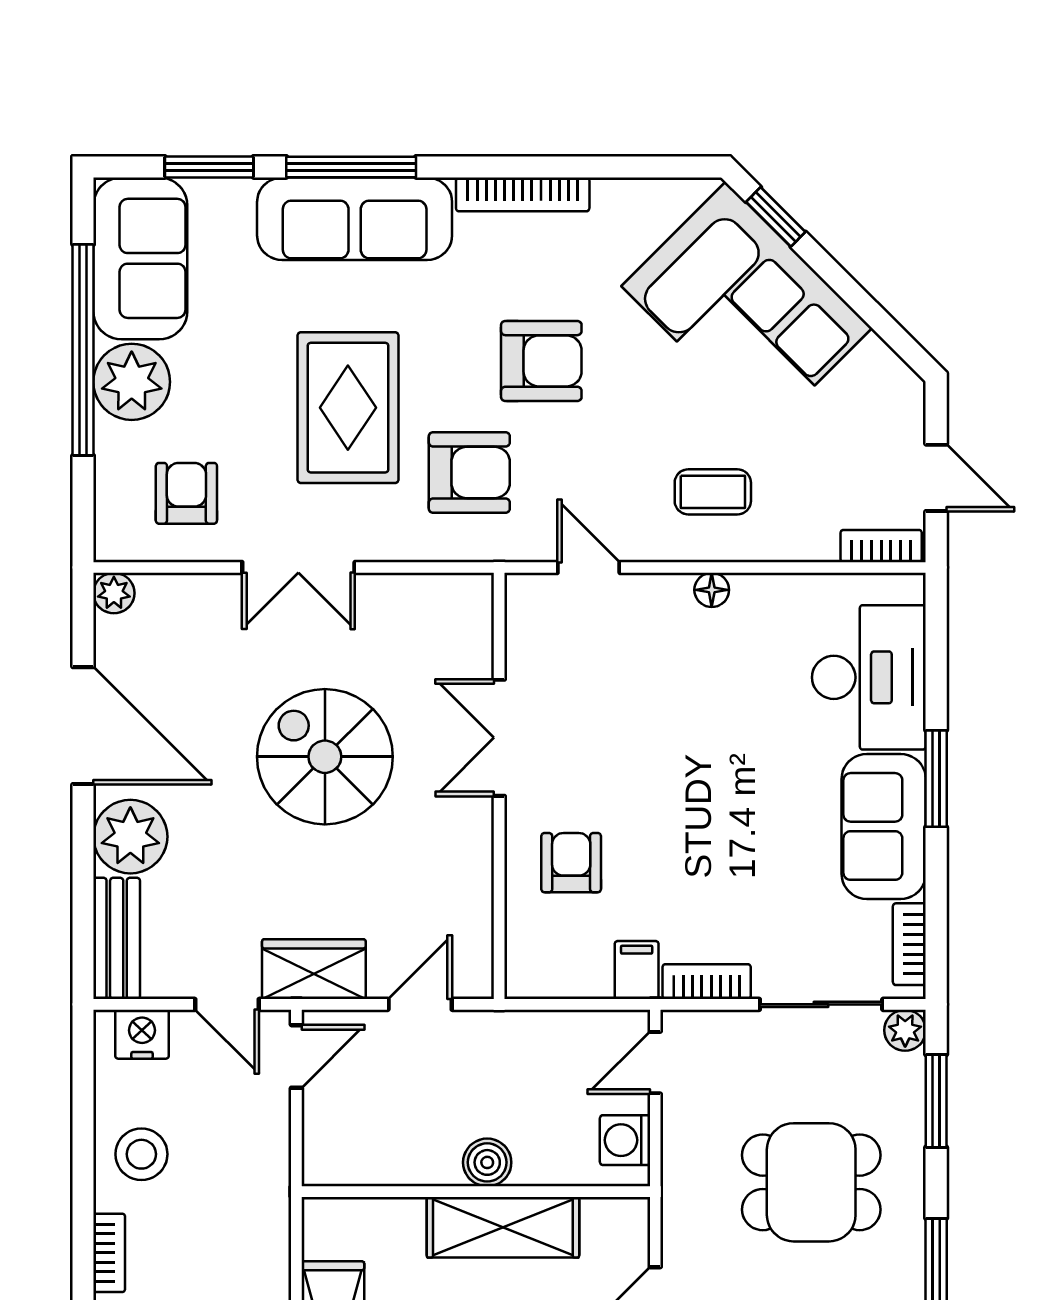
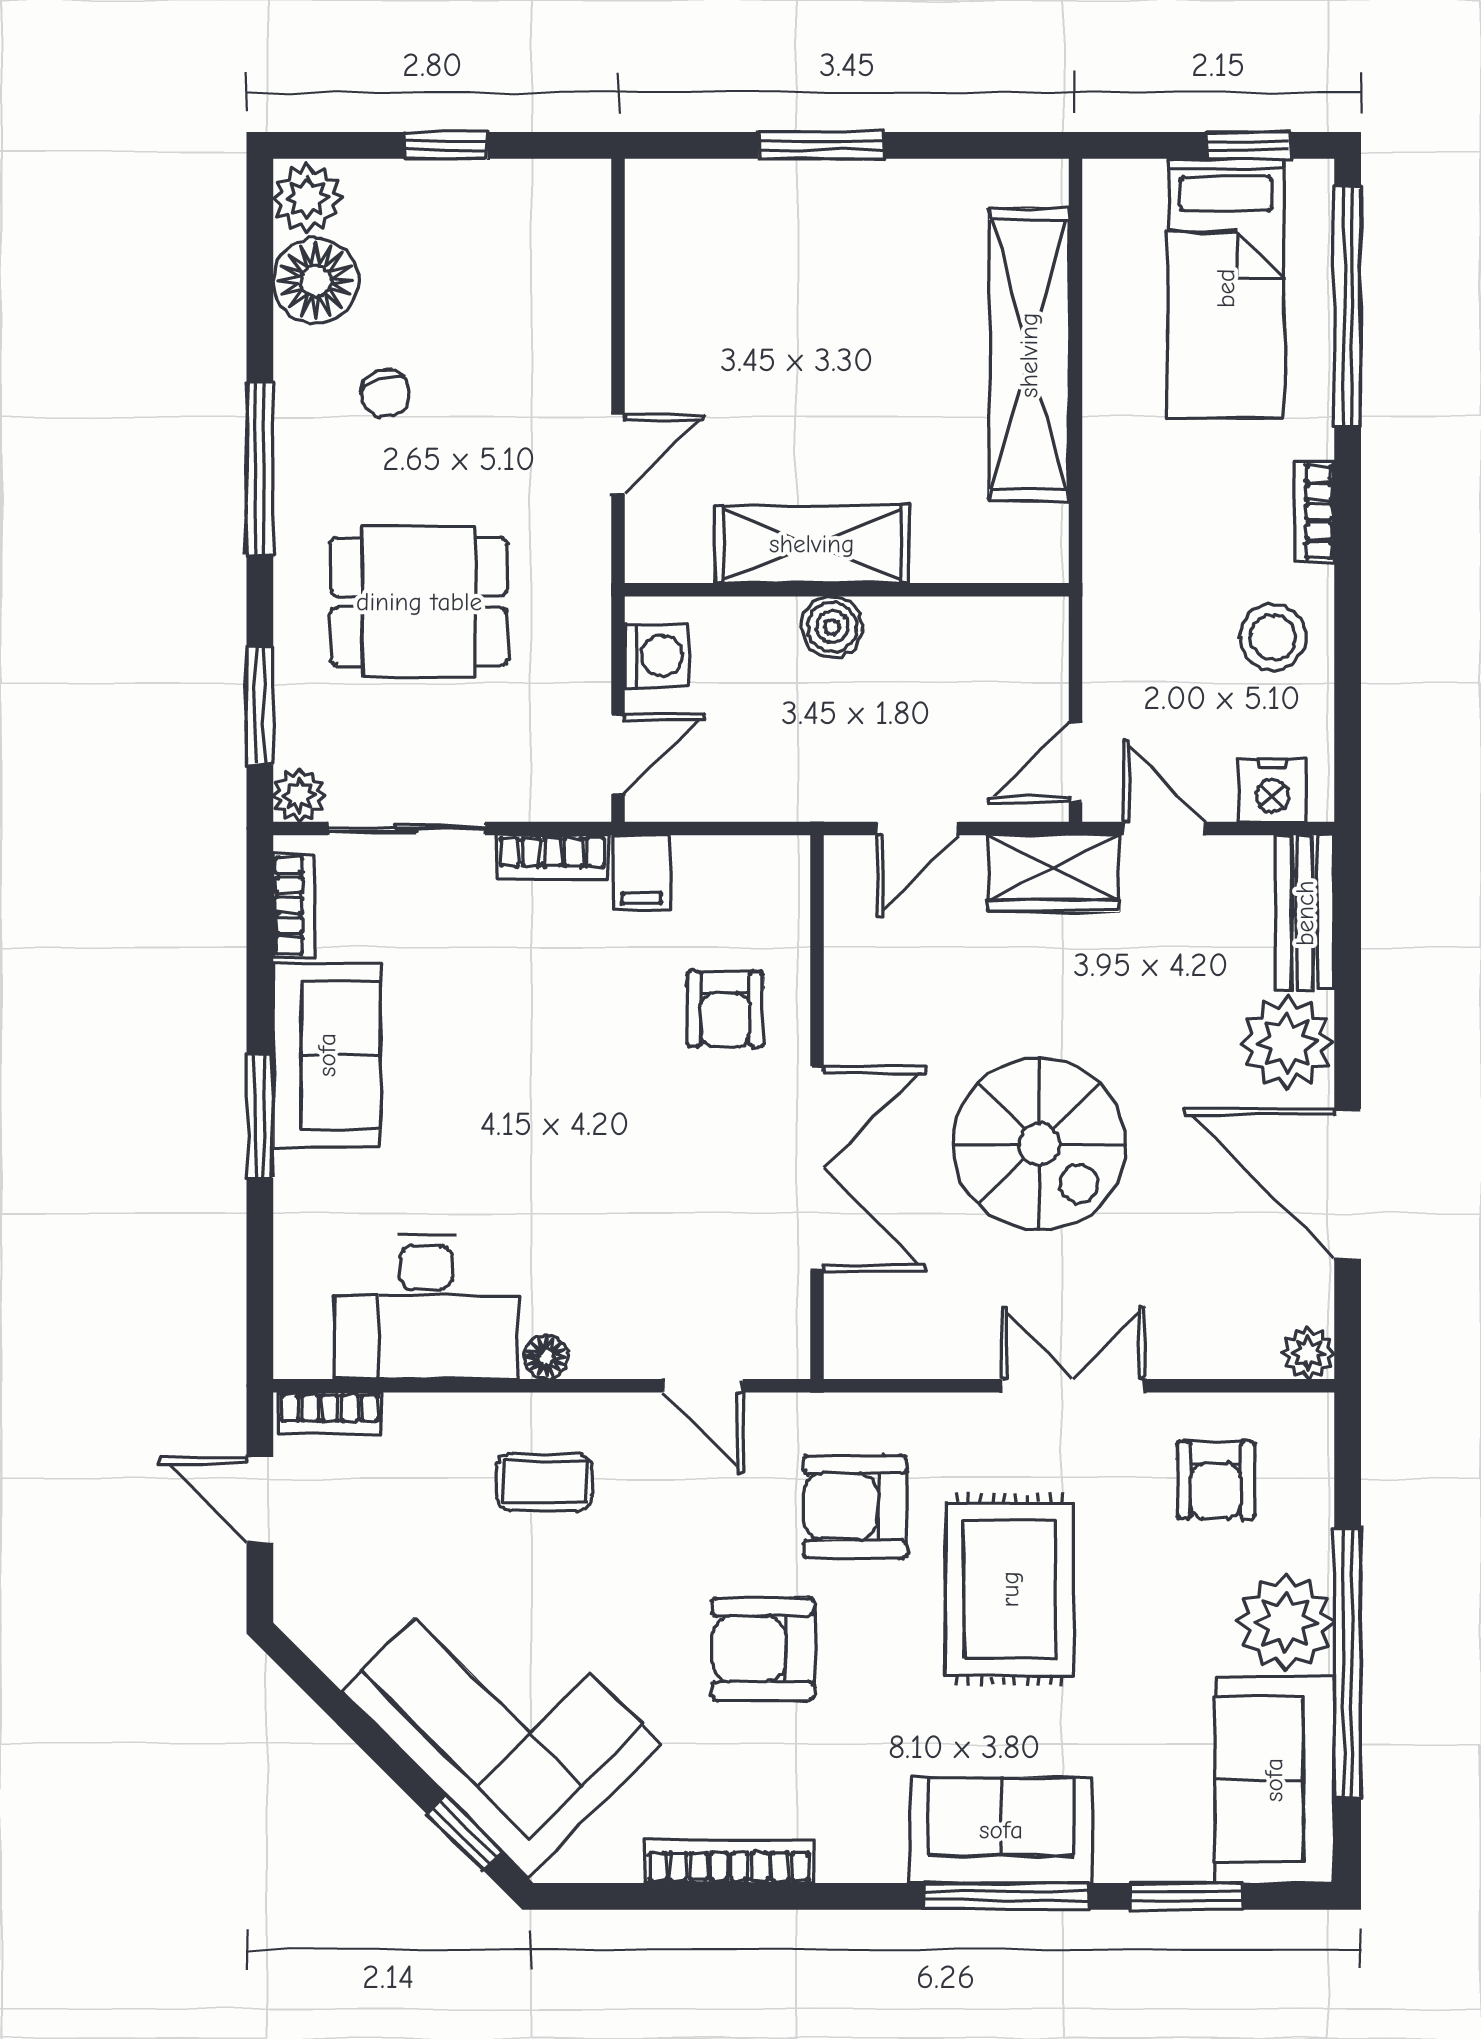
bookcase: (523, 194) -> (729, 1861), moved
sofa: (355, 219) -> (1001, 1830), width x0.73
desk: (869, 677) -> (426, 1307), moved, turned -90
double door: (499, 738) -> (817, 1169), width x1.37

